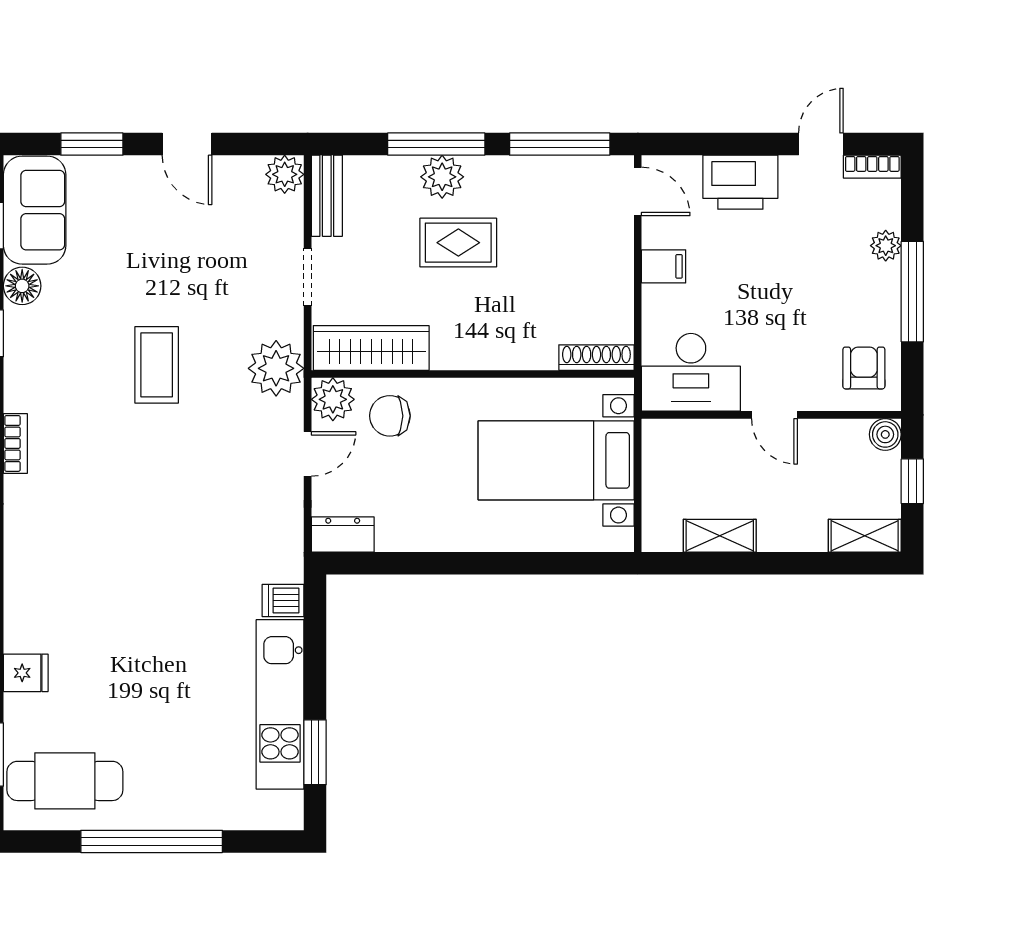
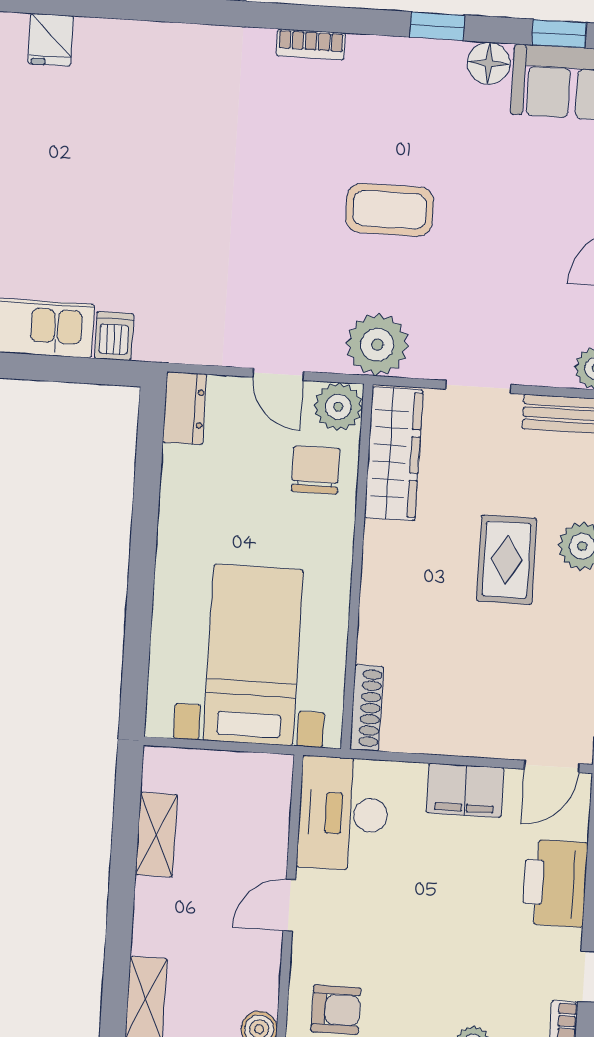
filing cabinet: (664, 266) -> (465, 790), width x2.00

